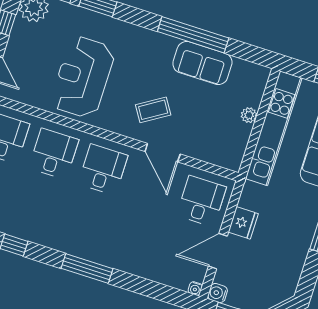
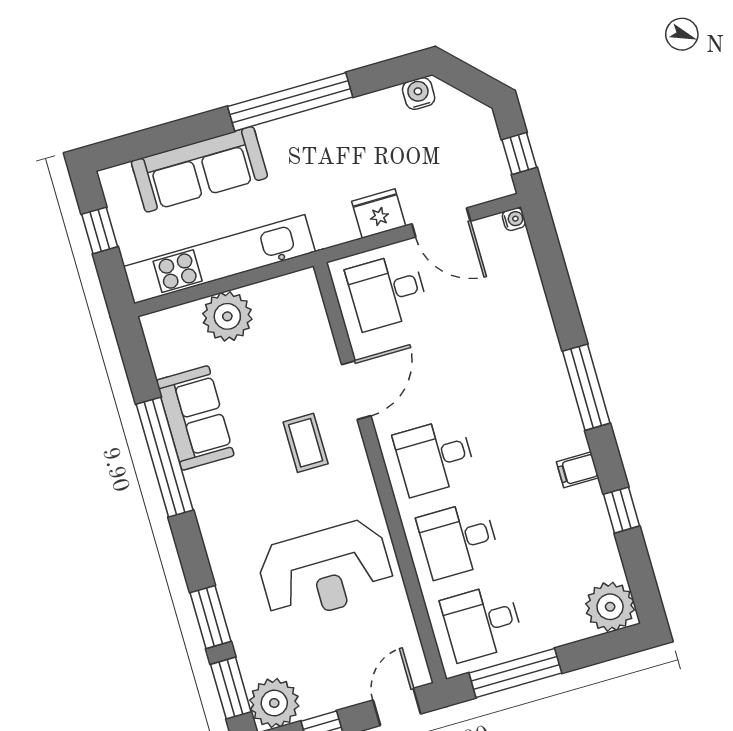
coffee table: (153, 110) -> (306, 443), turned 32
plant: (249, 115) -> (227, 316), width x1.88, depth x1.88
filing cabinet: (49, 237) -> (578, 470), added
water cooler: (218, 293) -> (419, 94), moved, turned 180

